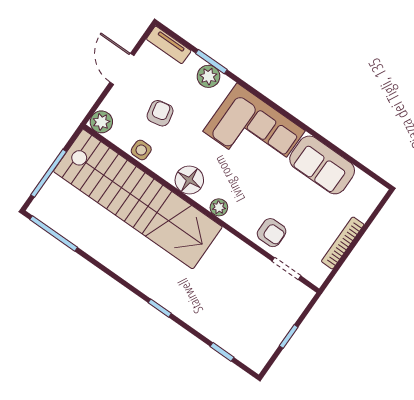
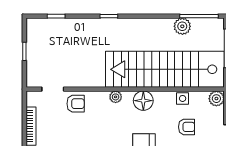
armchair: (160, 113) -> (187, 127), turned -78
armchair: (272, 233) -> (76, 104), turned 180
plant: (82, 235) -> (182, 26), added

